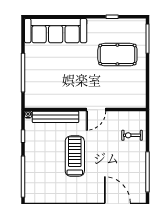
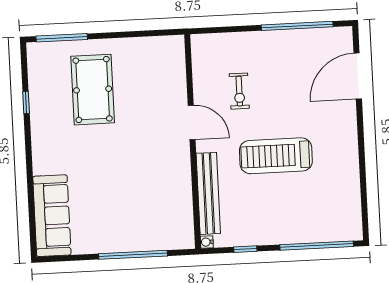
sofa: (56, 31) -> (52, 216), width x0.74, depth x0.79
exercise bike: (132, 135) -> (239, 91), moved

